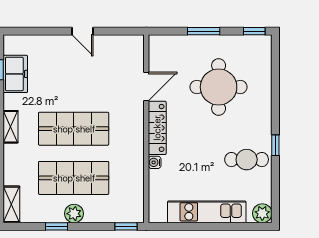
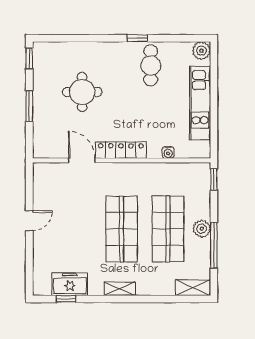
round table: (219, 87) -> (82, 92), width x0.73, depth x0.73
water cooler: (155, 162) -> (168, 152), moved
window: (56, 226) -> (214, 245), width x2.17

